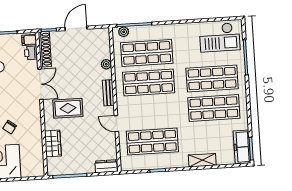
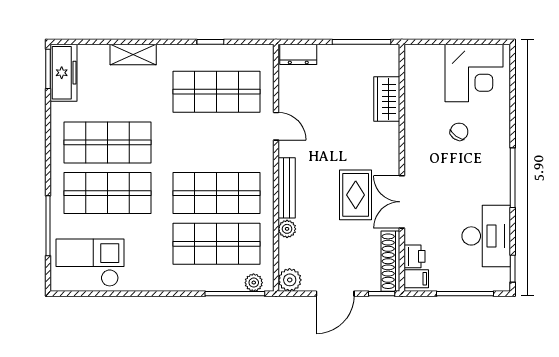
plant: (103, 35) -> (290, 280), added
bench: (108, 93) -> (287, 188), width x1.36
rug: (68, 108) -> (356, 195), moved, turned 90

